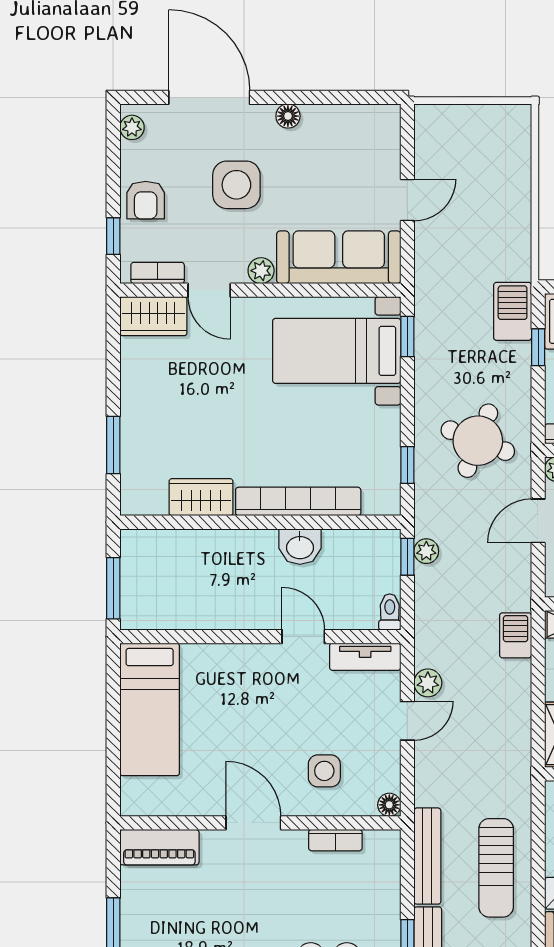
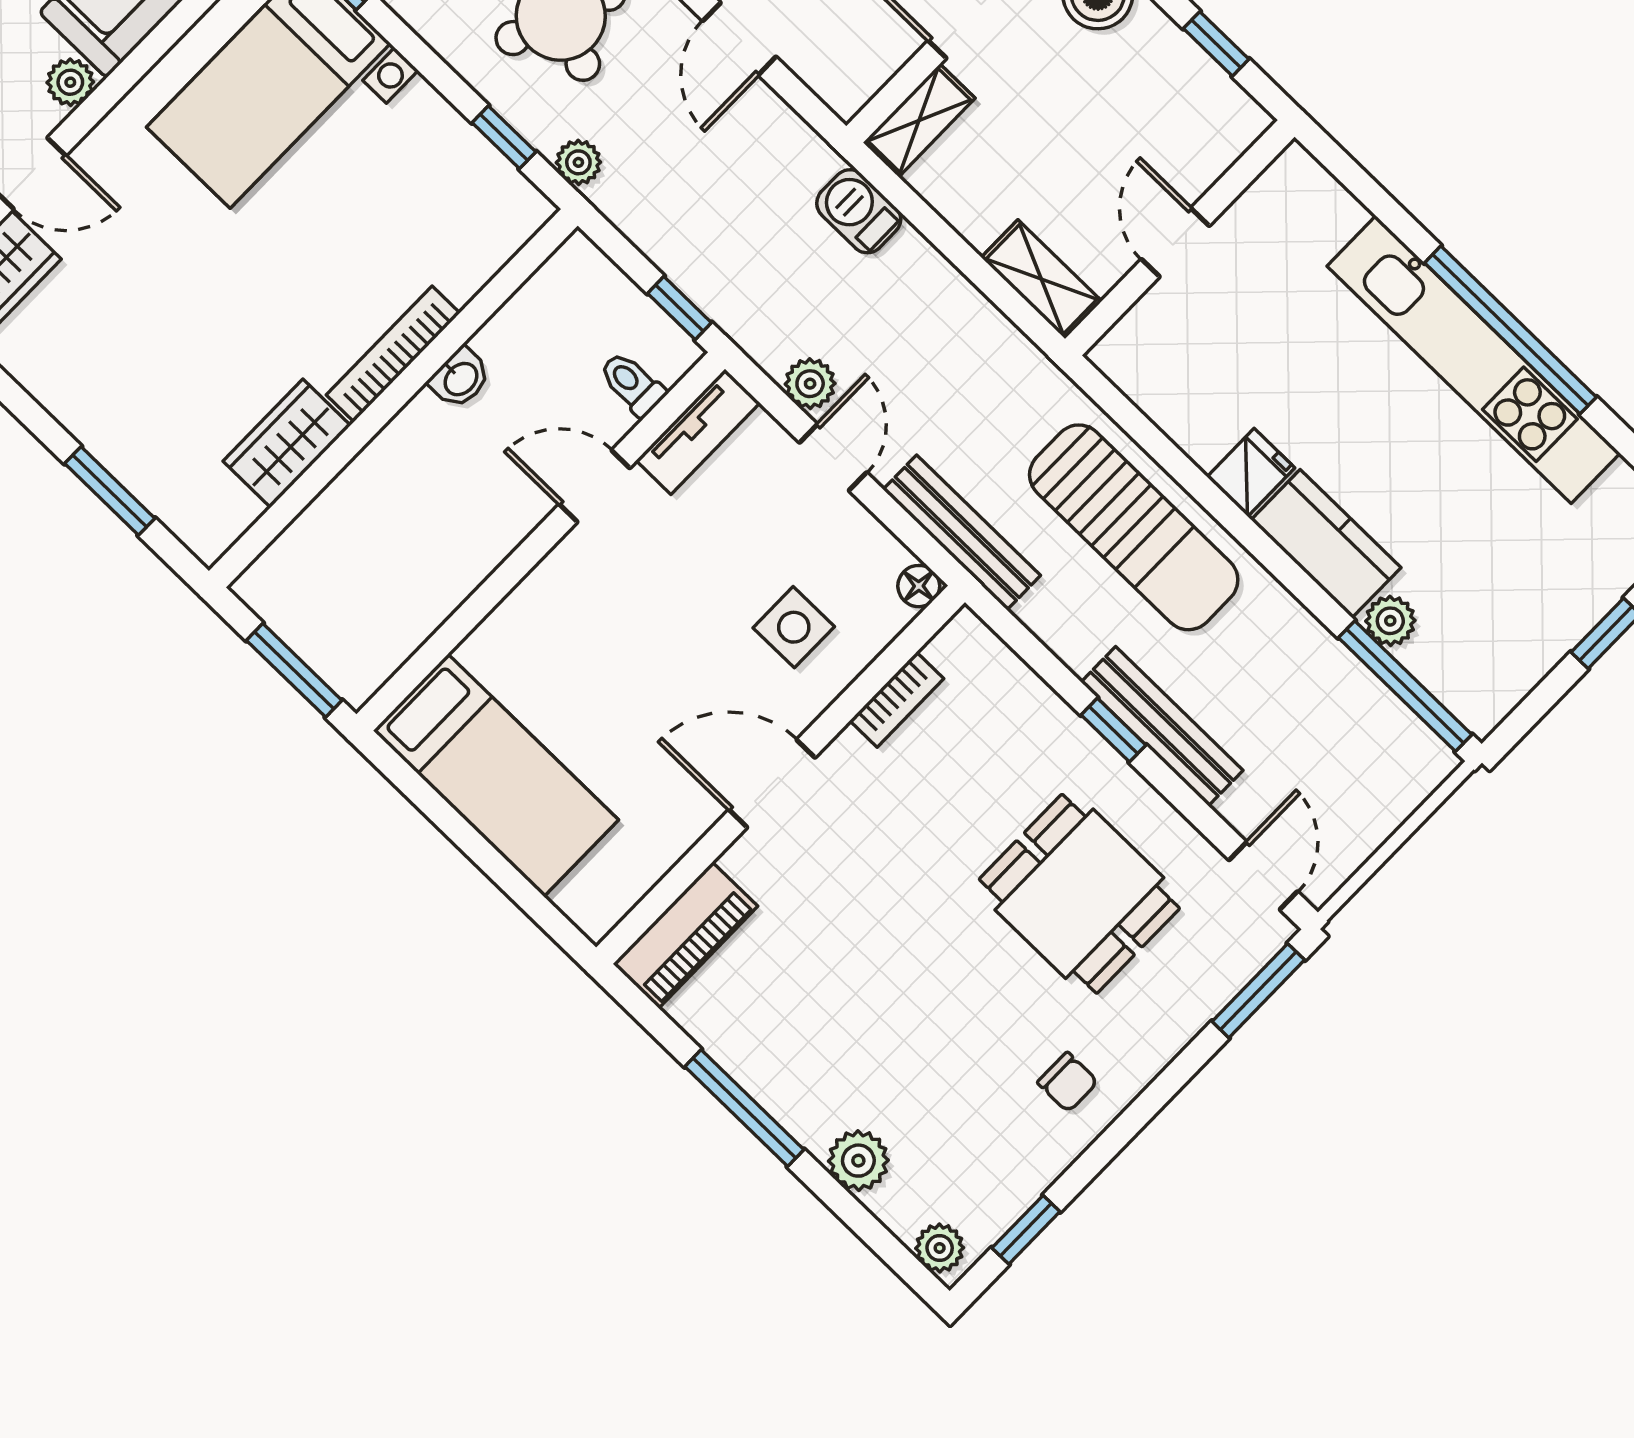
bookcase: (298, 501) -> (393, 354), width x0.68, depth x0.76
washbasin: (300, 547) -> (460, 378), width x0.72, depth x0.69
plant: (426, 551) -> (578, 162), moved
window: (407, 557) -> (679, 308), moved
toilet: (390, 612) -> (632, 384), moved
bench: (427, 856) -> (962, 532), moved
sun lounger: (496, 868) -> (1134, 527), width x1.36, depth x1.34

